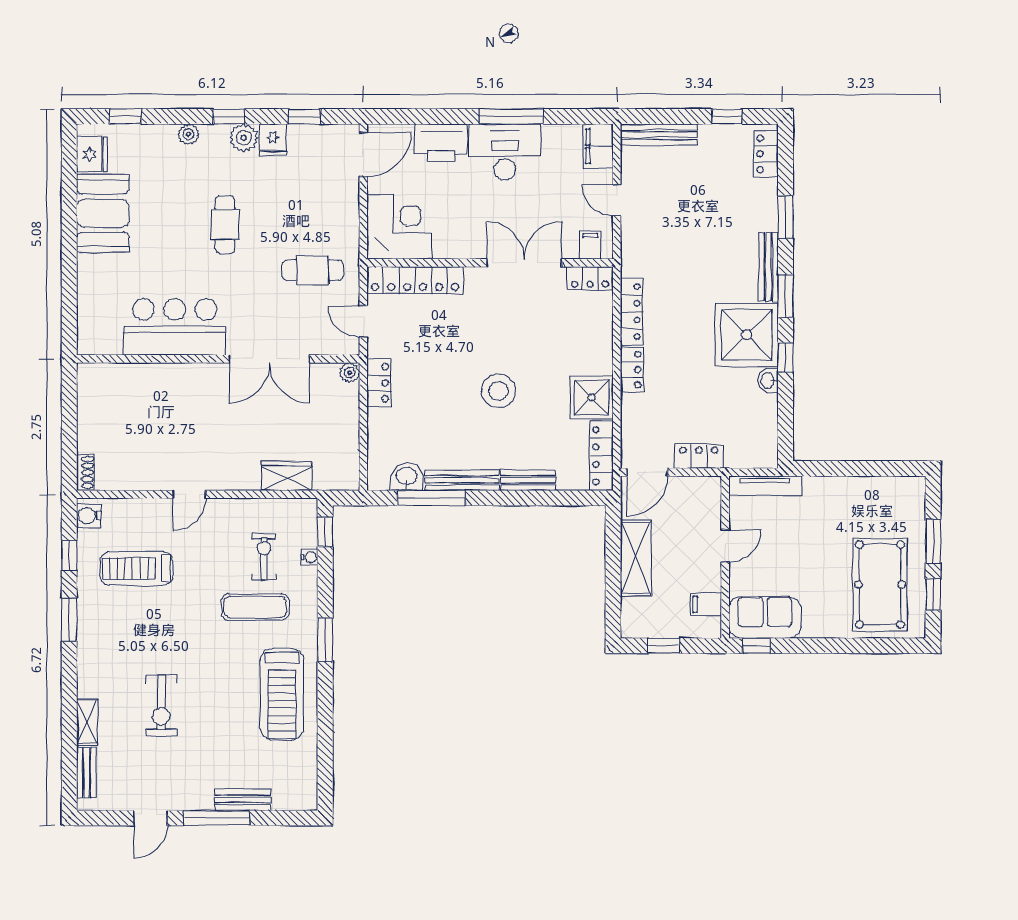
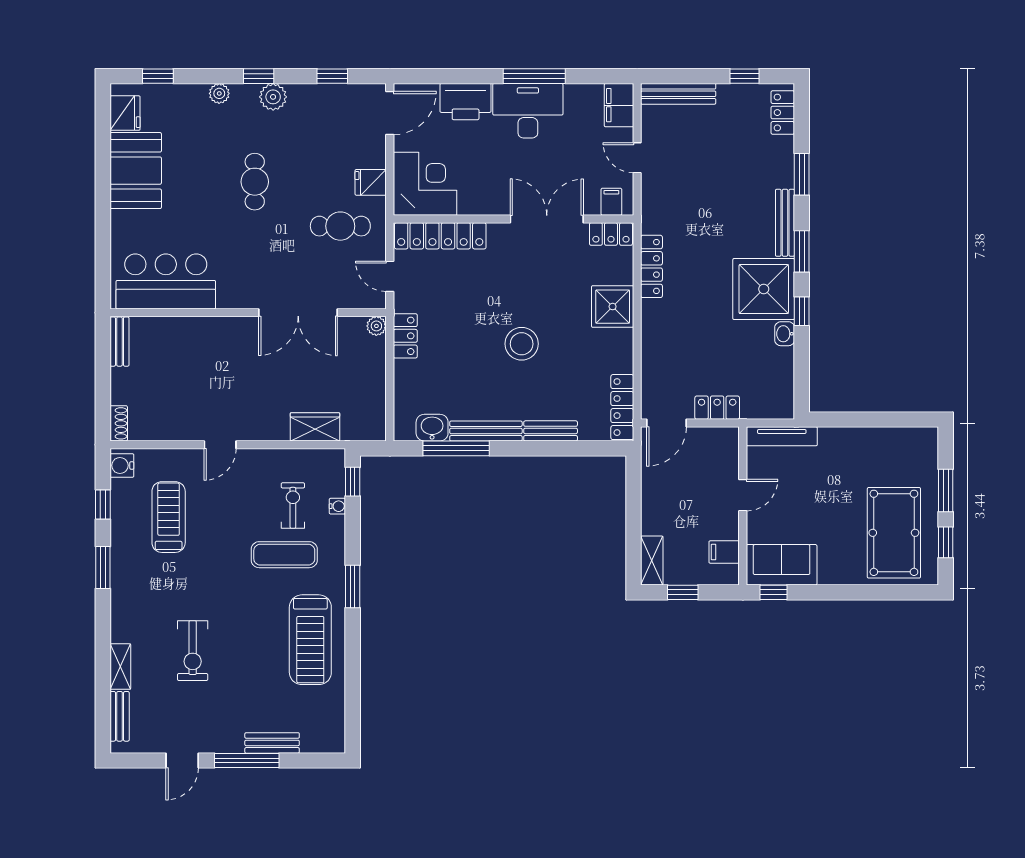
fridge: (273, 140) -> (371, 182), moved, turned 90
bar counter: (175, 327) -> (166, 281), moved
locker: (632, 370) -> (652, 323), removed
bench: (86, 389) -> (119, 342), added
shower: (592, 397) -> (613, 307), moved
shelving: (636, 558) -> (652, 561), moved, width x0.67, depth x0.75
treadmill: (137, 568) -> (169, 517), turned 90

